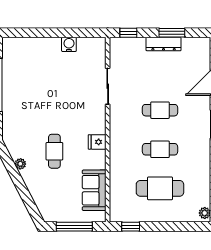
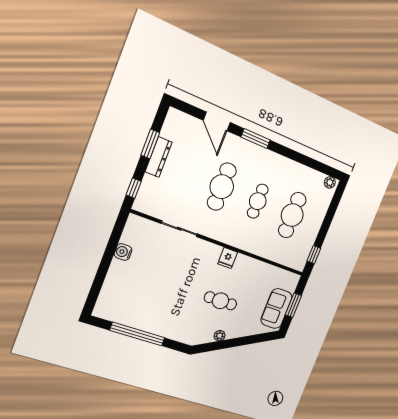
cafe table: (160, 110) -> (222, 187), width x1.37, depth x1.35
sofa: (94, 190) -> (276, 309), moved, turned 90
window: (74, 227) -> (293, 305), width x0.69

